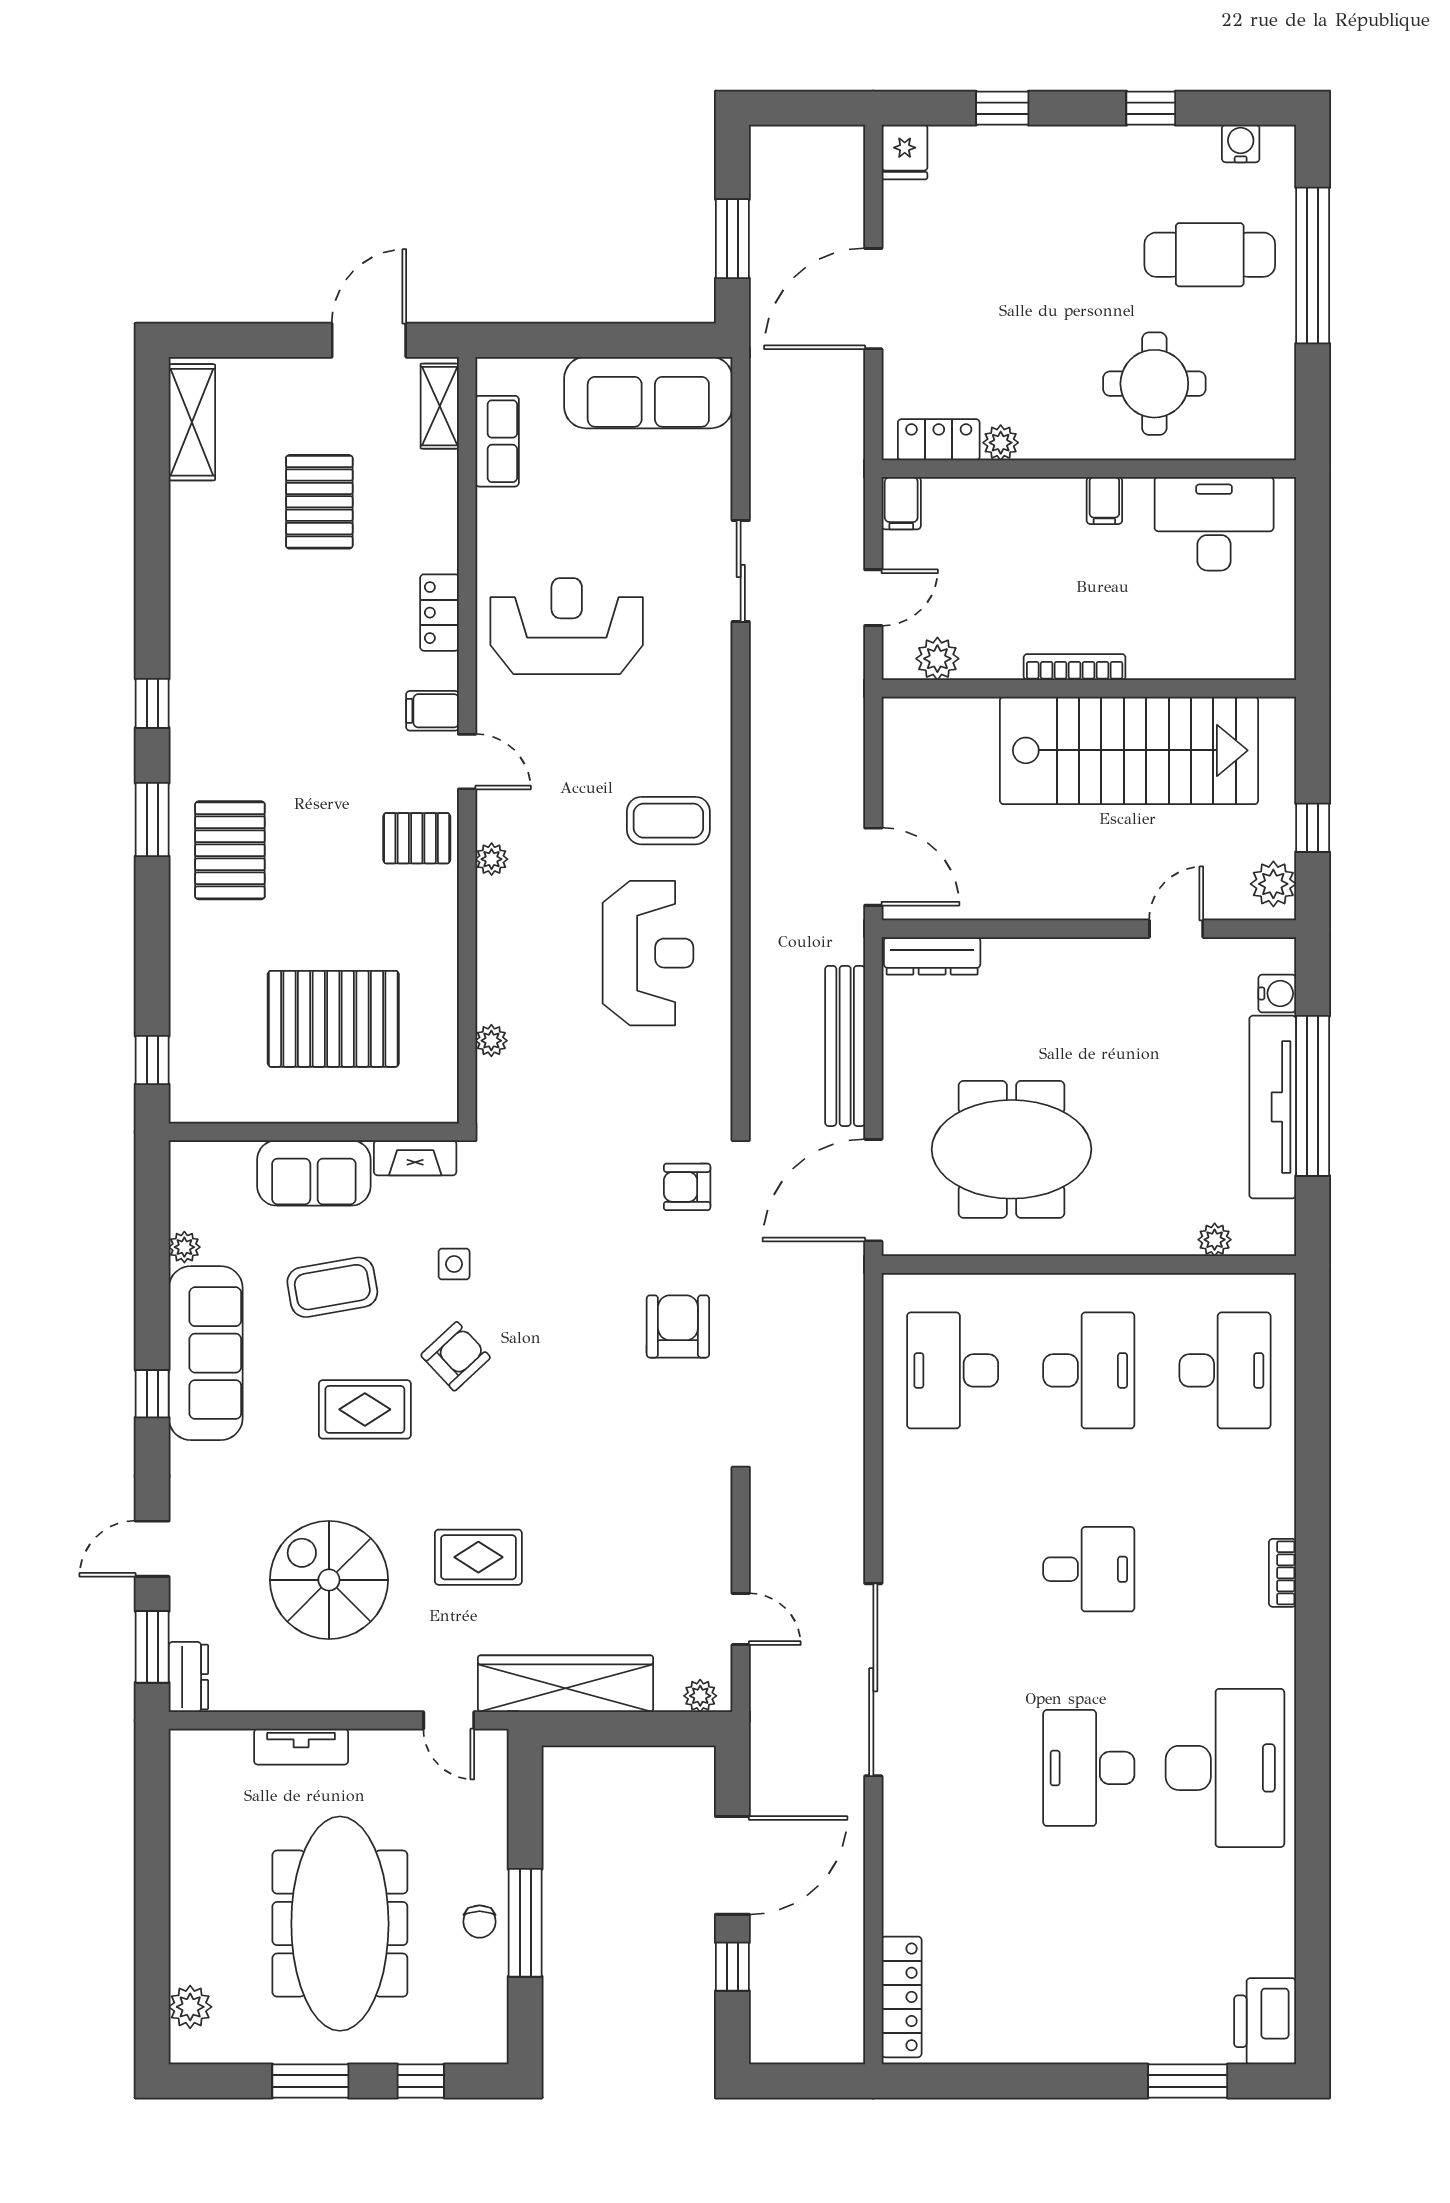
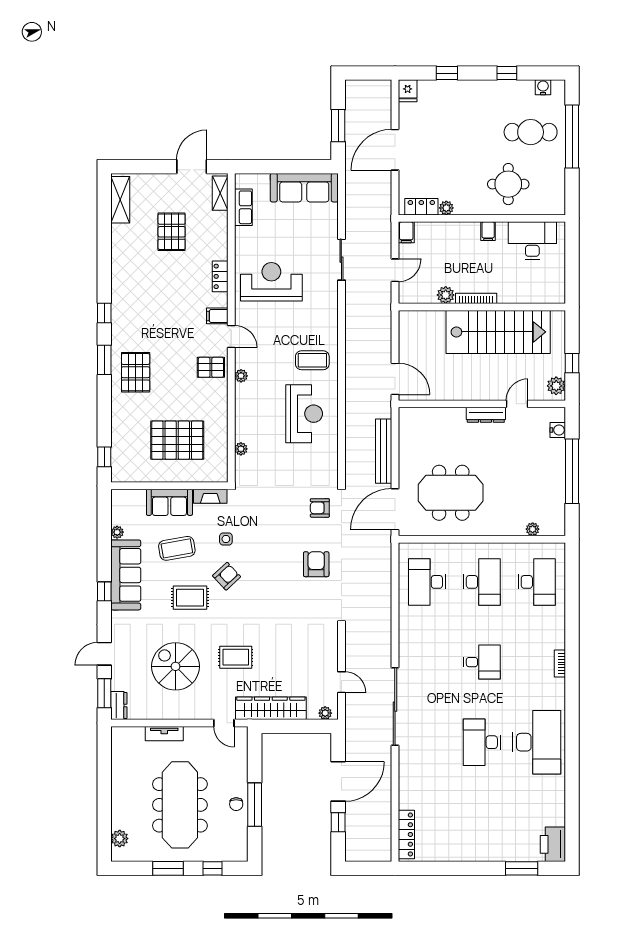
plant: (937, 659) -> (446, 295), moved
dresser: (932, 956) -> (486, 415), moved
tv unit: (1273, 1107) -> (556, 476), removed

